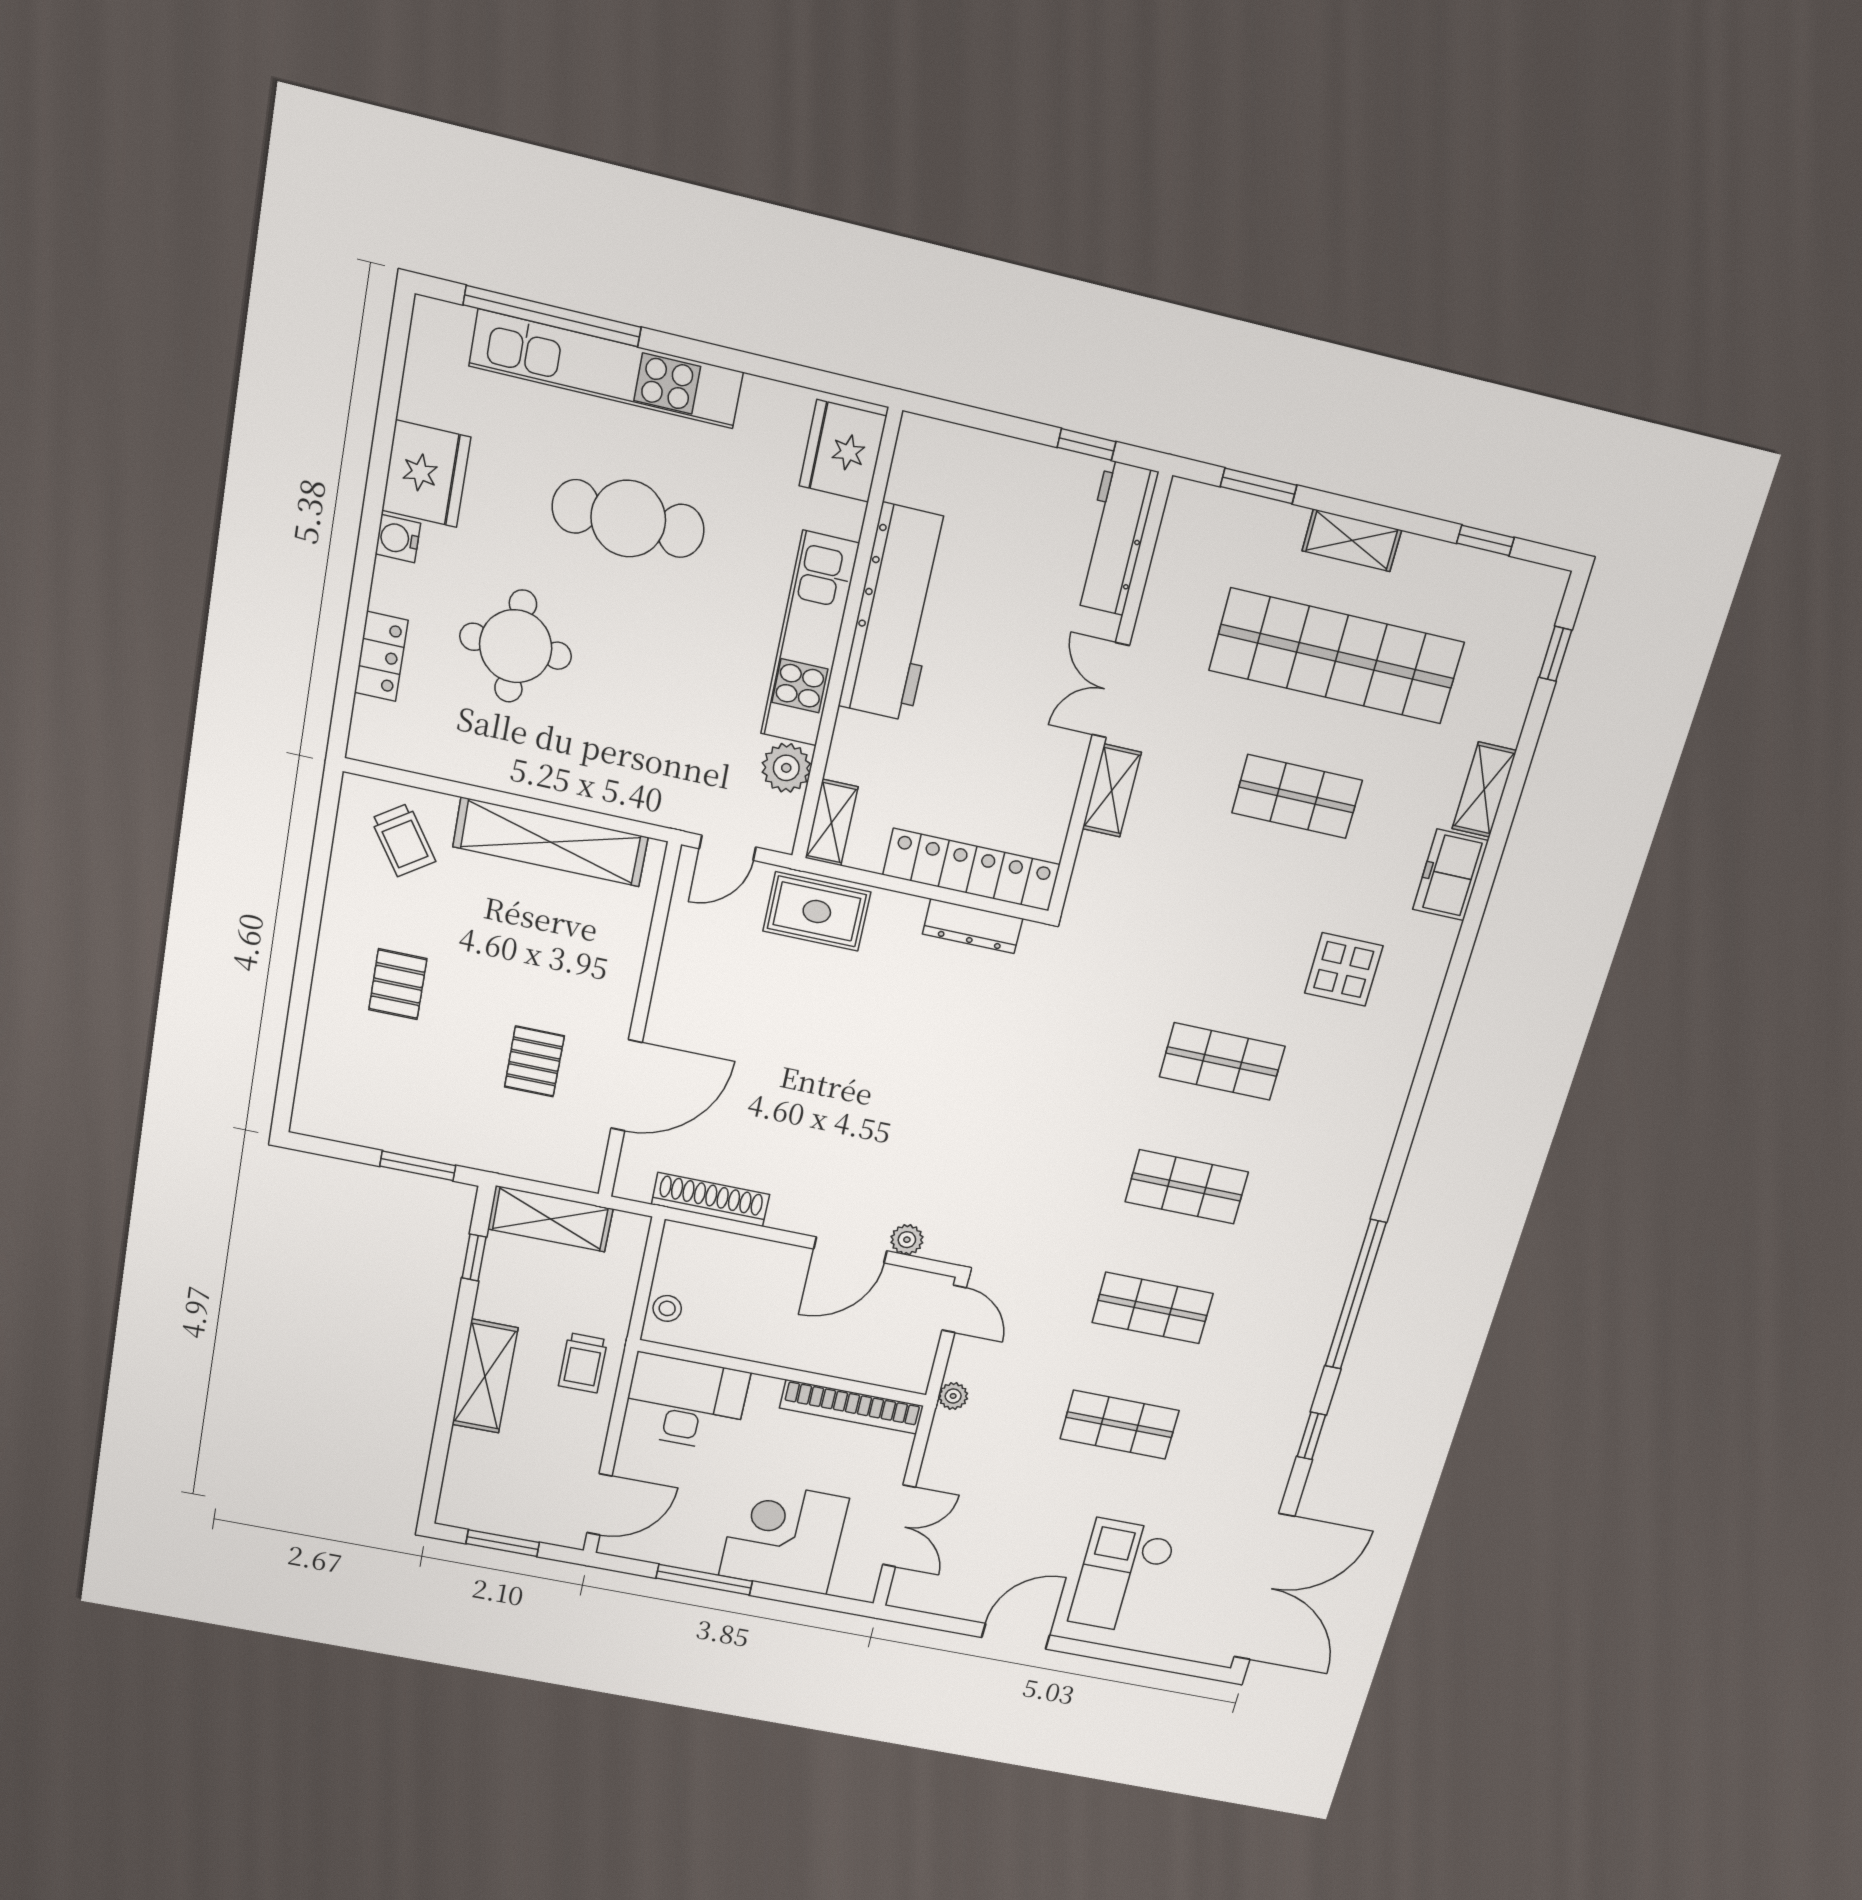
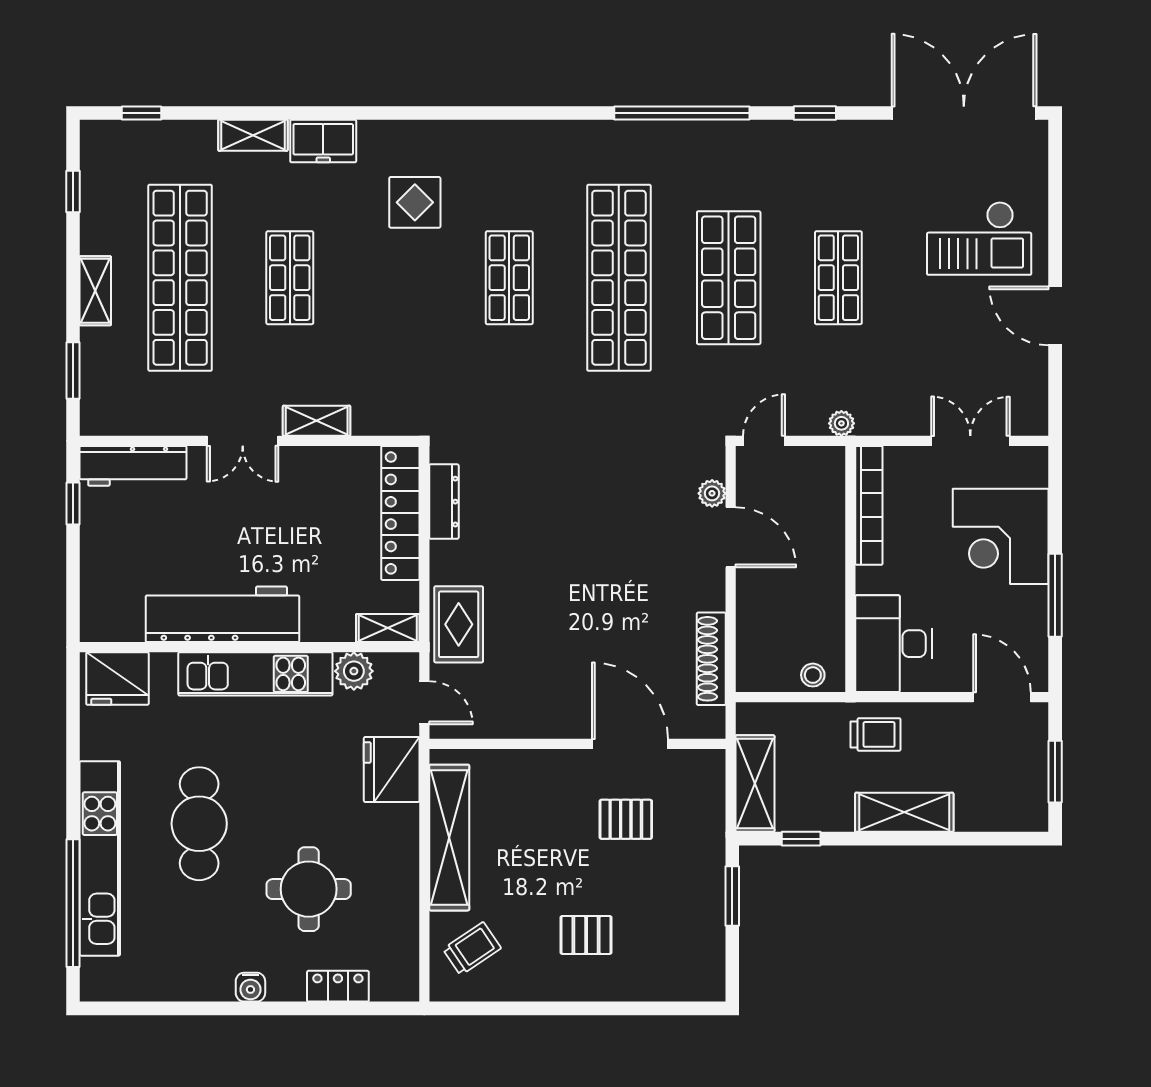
fridge: (426, 474) -> (392, 769), moved, turned -90
shop shelf: (1187, 1187) -> (619, 278), width x2.00, depth x1.36
shop shelf: (1153, 1308) -> (729, 278), width x1.43, depth x1.36

